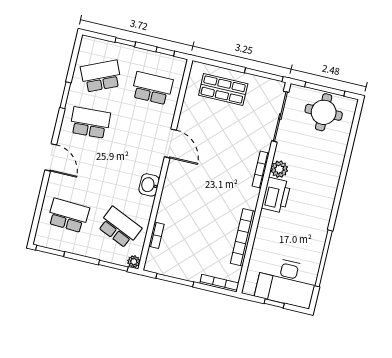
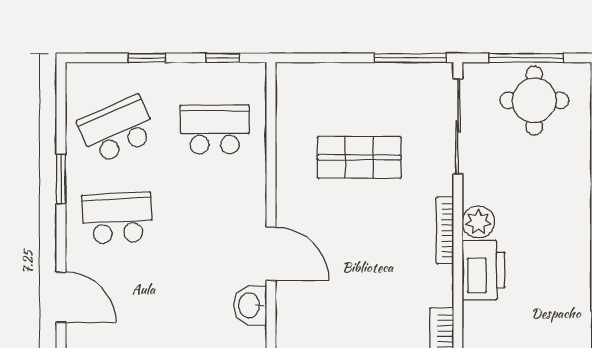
shop shelf: (223, 89) -> (359, 157), moved
door: (170, 143) -> (271, 254), moved

